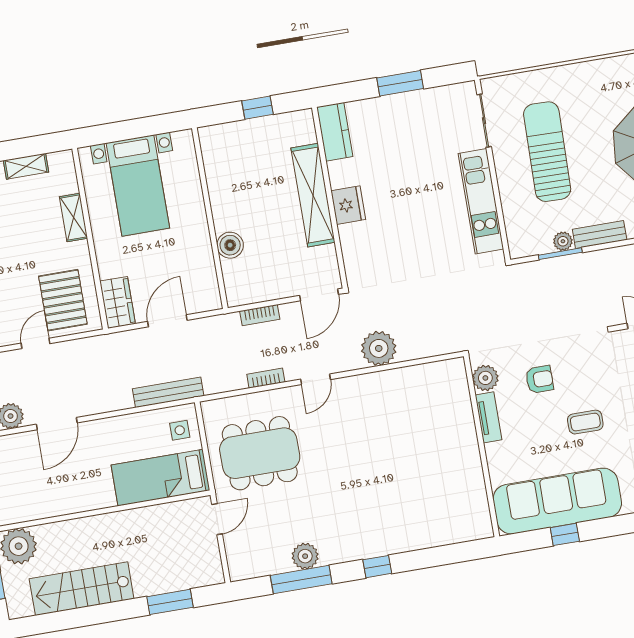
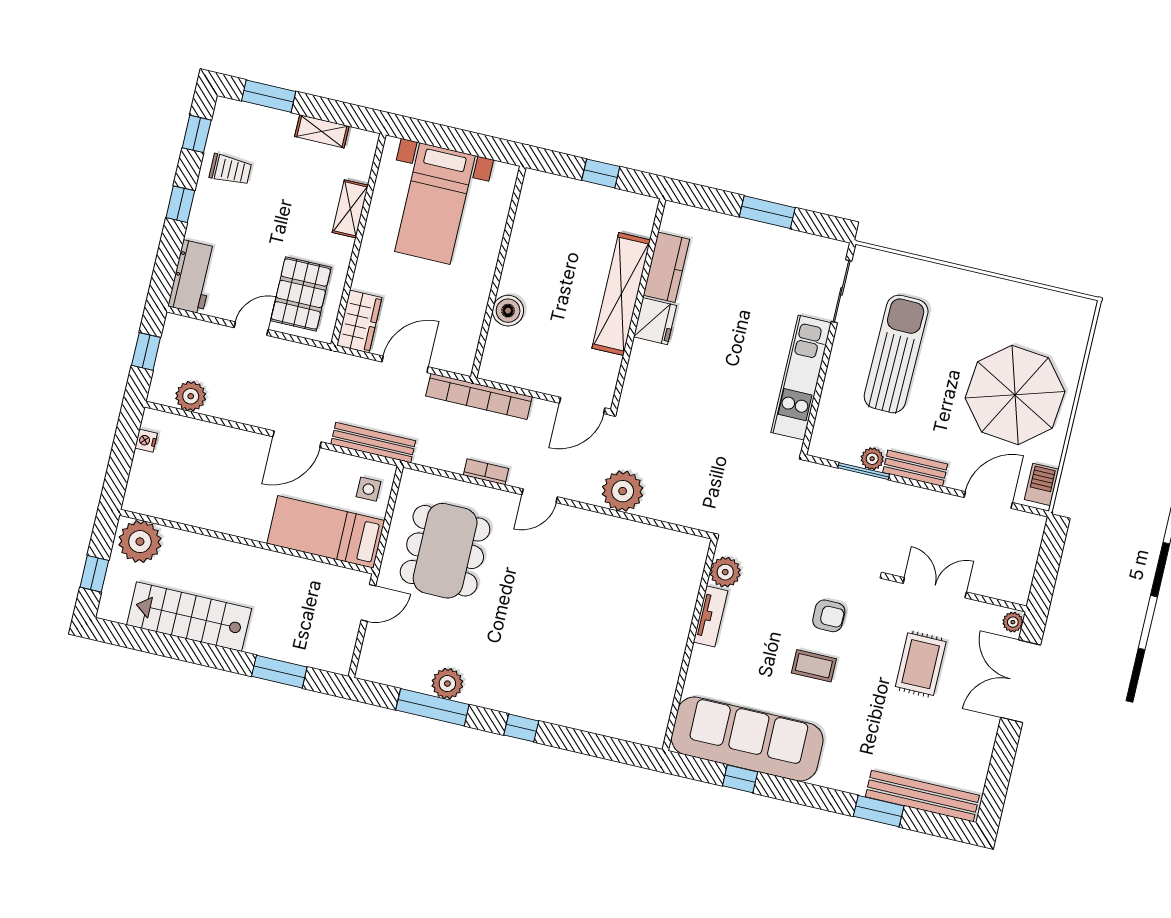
kitchen counter: (335, 132) -> (666, 267), moved
bookcase: (260, 315) -> (479, 396), width x2.31, depth x1.31
armchair: (539, 379) -> (829, 616), moved
door: (57, 424) -> (297, 439), moved
dining table: (260, 453) -> (445, 551), turned 90

